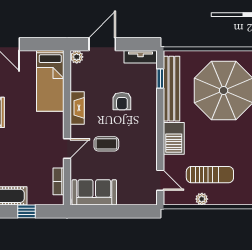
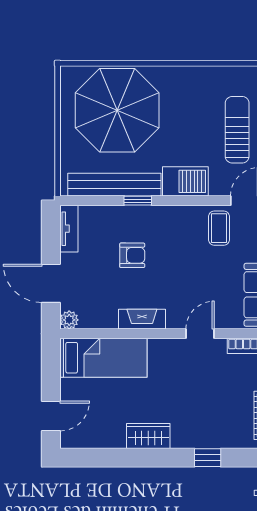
window: (160, 78) -> (138, 201), moved
coffee table: (106, 144) -> (219, 228), moved
door: (67, 149) -> (200, 334), hinge flipped

